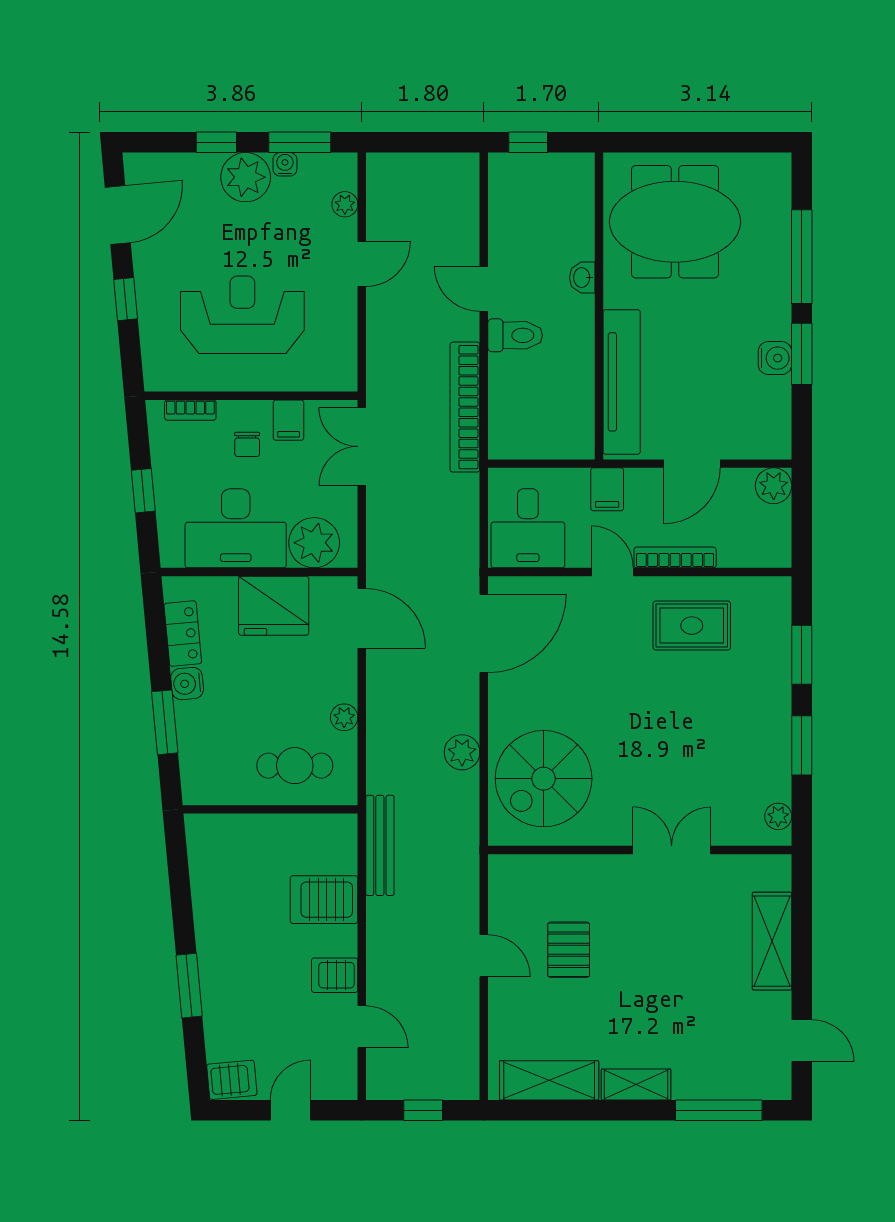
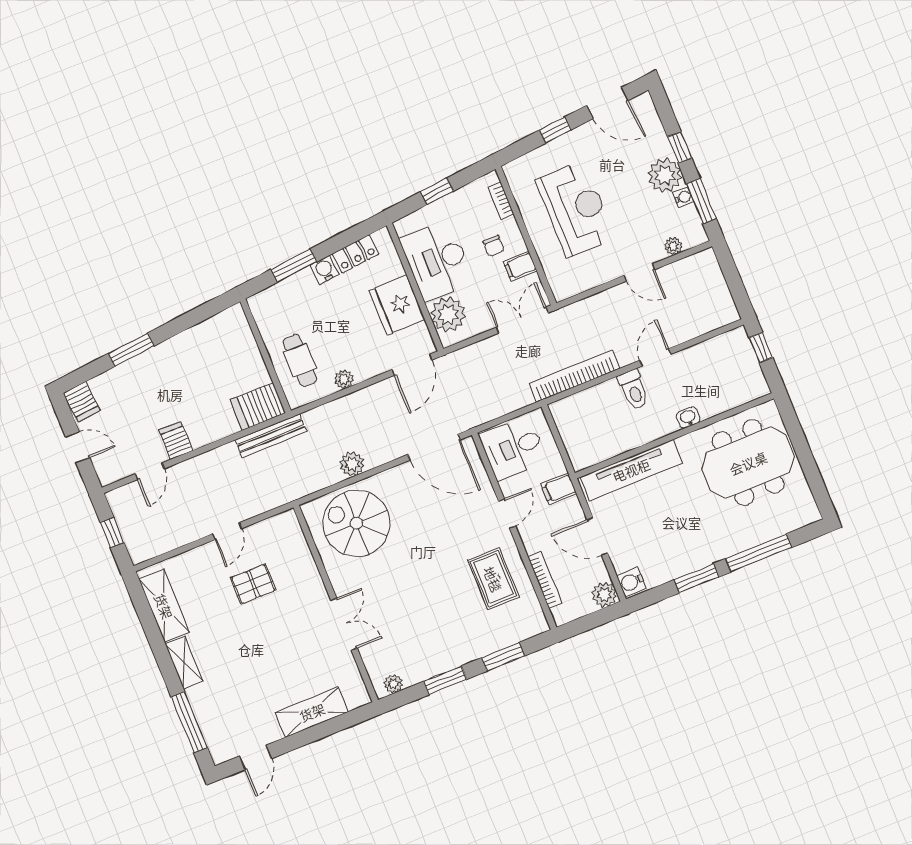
meeting table: (675, 222) -> (748, 463), turned 90
water cooler: (775, 358) -> (631, 582), moved, turned 90
chair: (247, 444) -> (494, 246), turned -90
bookcase: (675, 557) -> (545, 580), moved
server rack: (324, 900) -> (258, 406), moved, turned -90

